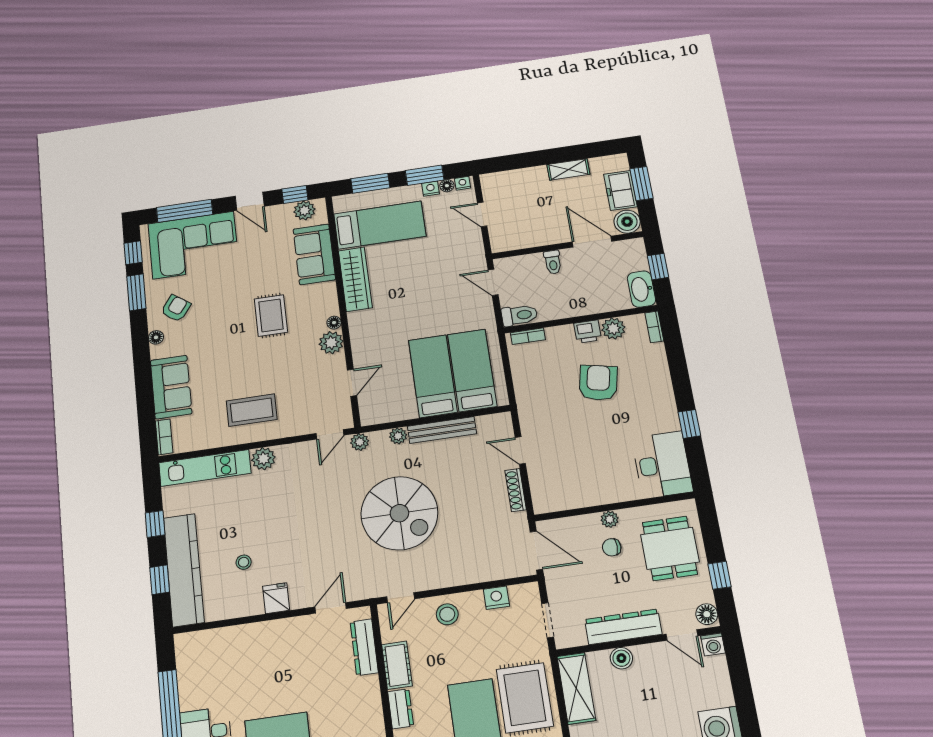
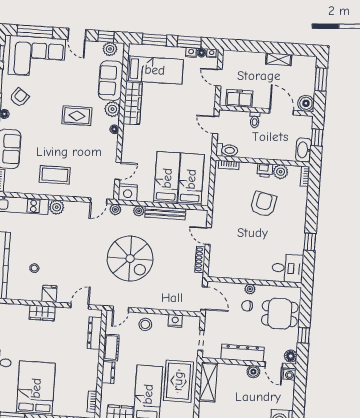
freezer: (620, 190) -> (239, 98), moved, turned 90
rug: (271, 316) -> (77, 116), turned 90
plant: (331, 343) -> (112, 109), moved
nightstand: (374, 412) -> (128, 192), added
desk: (662, 465) -> (288, 268), width x0.73
dining table: (670, 548) -> (280, 314), turned 90
wardrobe: (269, 632) -> (42, 313), added
boiler: (621, 658) -> (253, 372), moved

